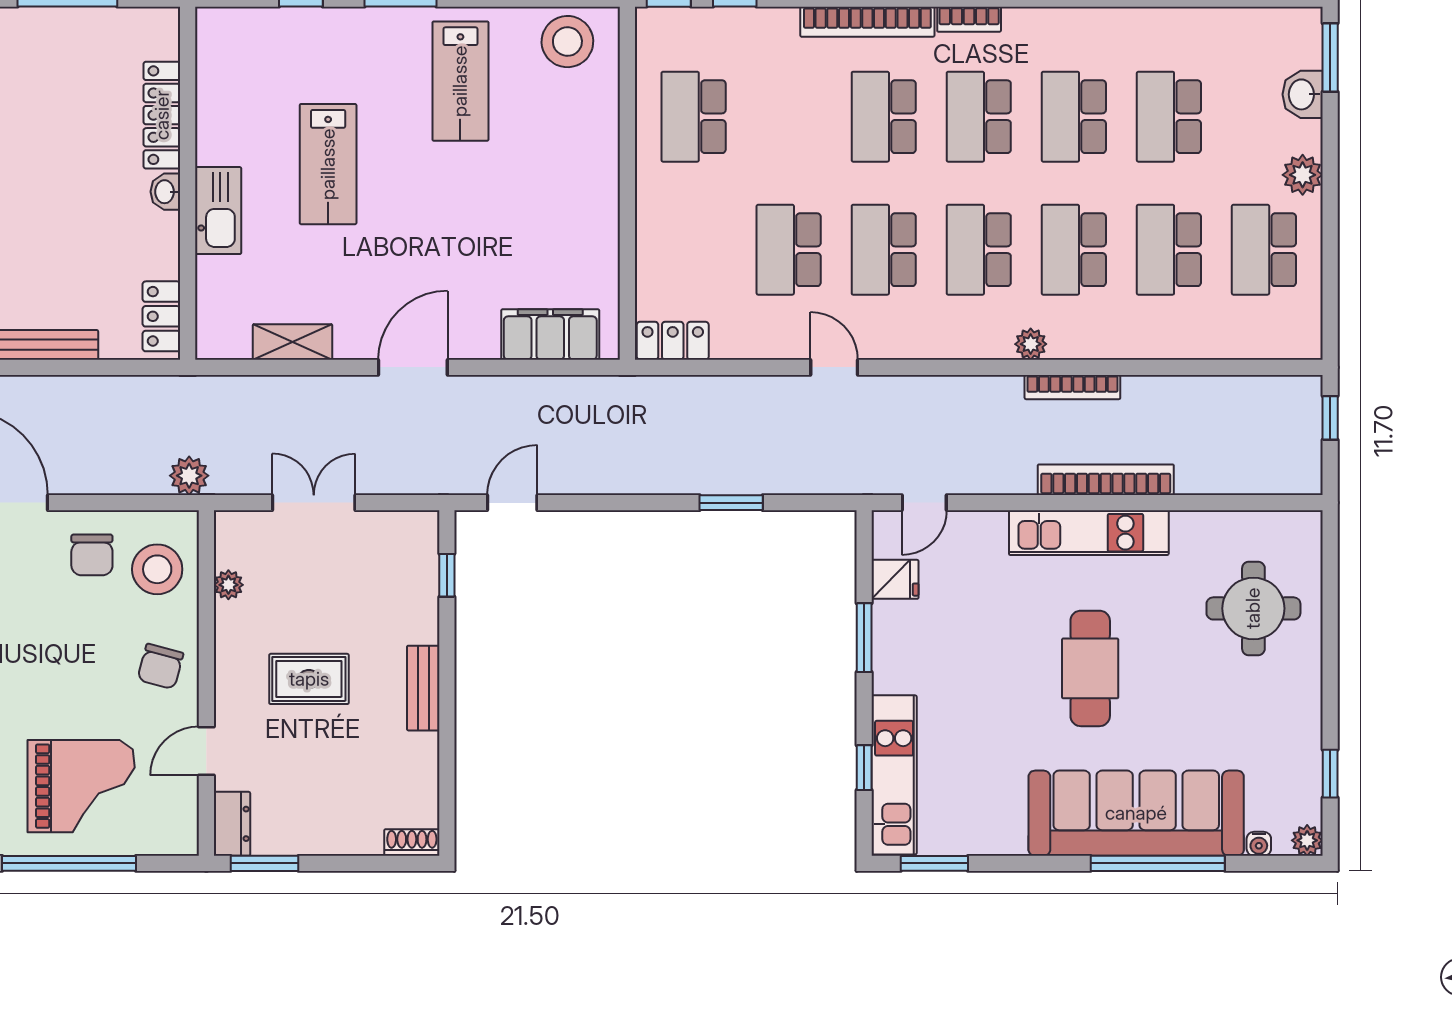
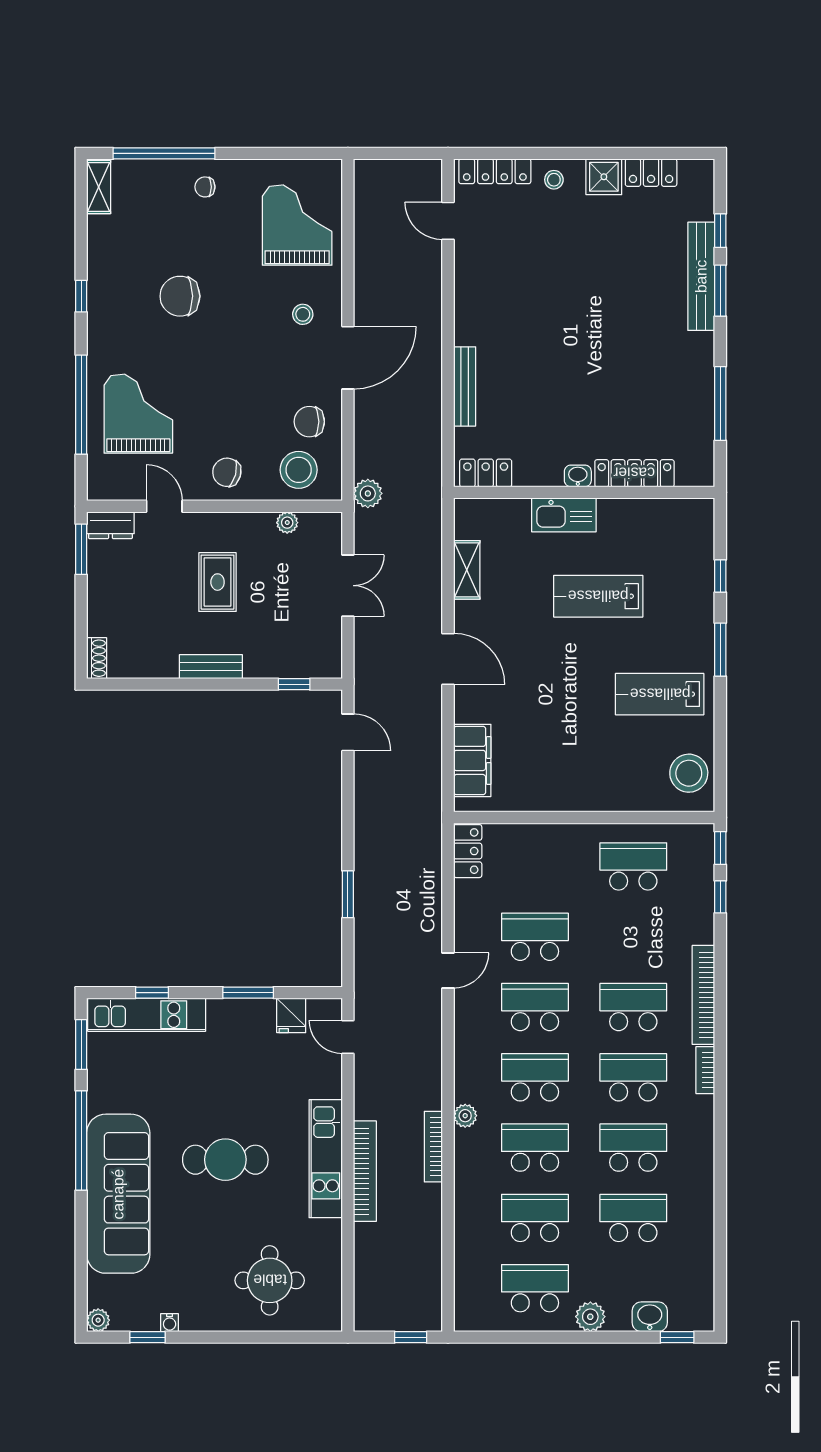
window: (1330, 58) -> (677, 1337), width x0.67
grand piano: (81, 786) -> (138, 414), turned 180
water cooler: (1259, 844) -> (170, 1323), moved, turned -90
window: (1158, 863) -> (81, 1140), moved

